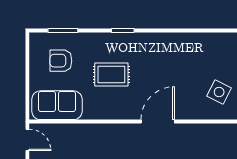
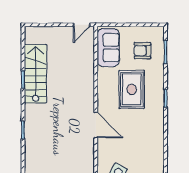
armchair: (61, 61) -> (142, 51), turned -90
rug: (111, 75) -> (132, 89), width x1.36, depth x1.43

